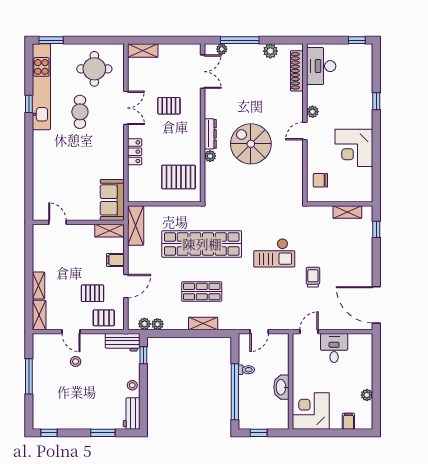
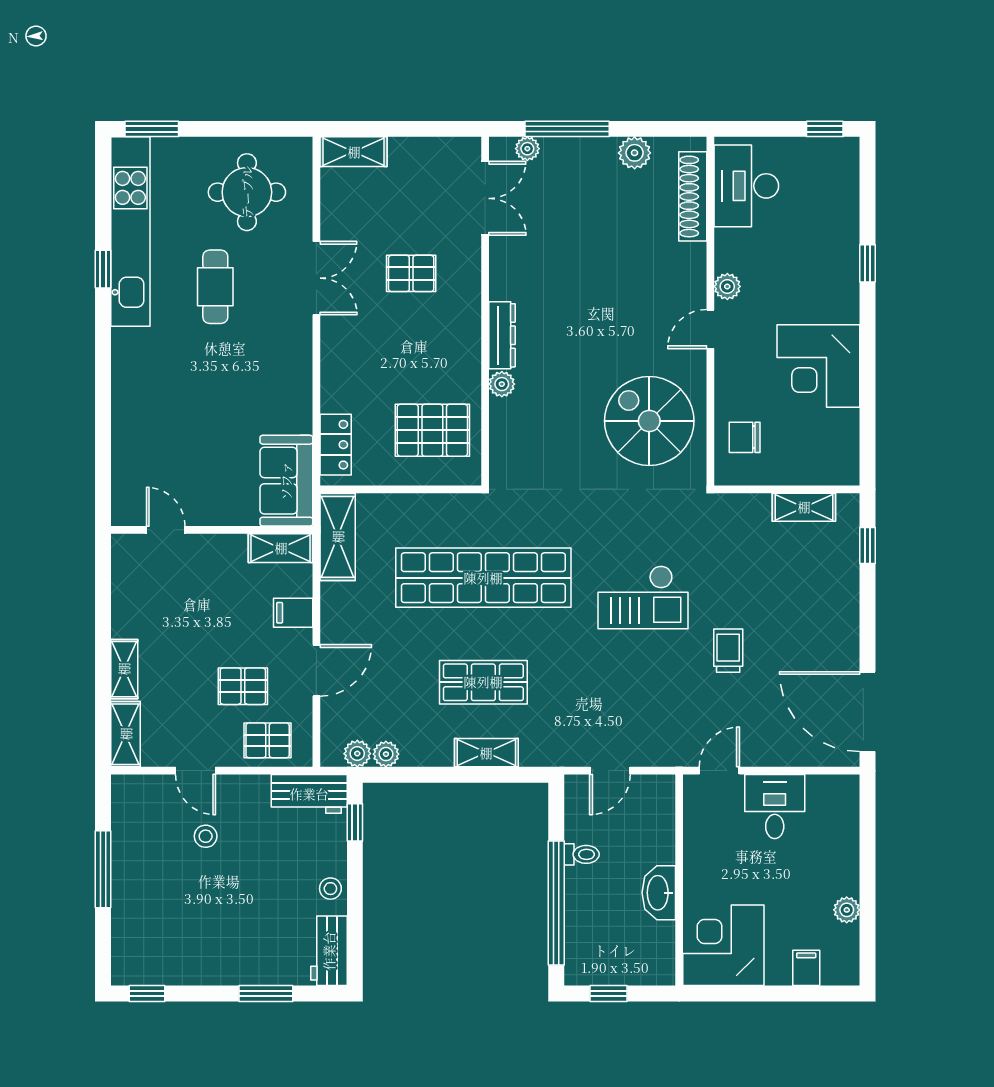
spiral stairs: (251, 144) -> (649, 421), moved
locker: (135, 152) -> (336, 445), moved

